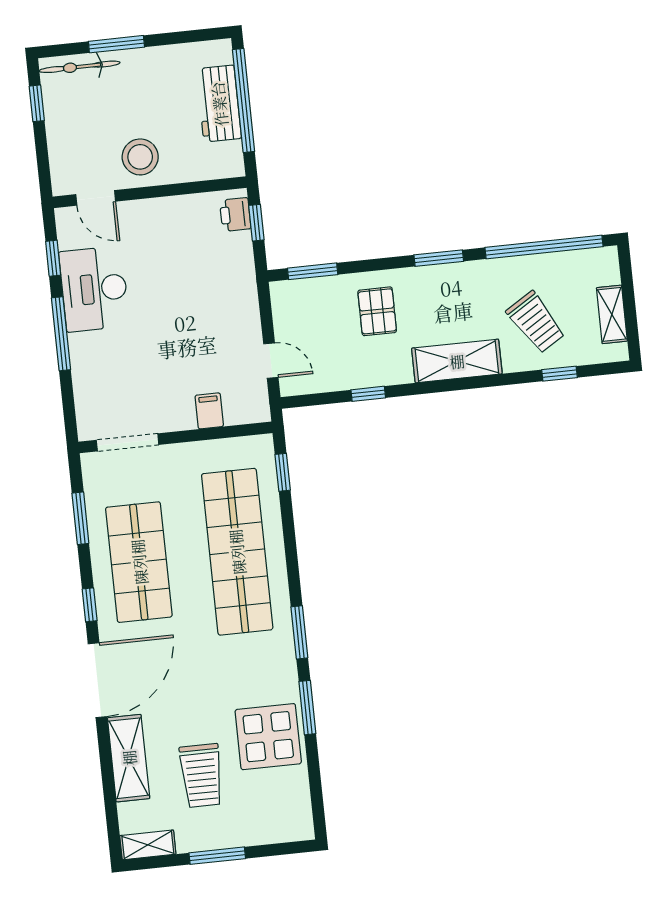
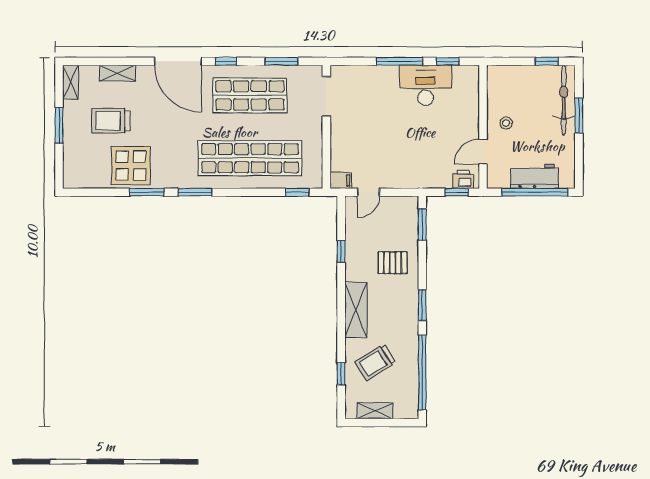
bicycle: (80, 67) -> (564, 100), width x1.37, depth x1.40
stool: (140, 157) -> (506, 123), width x0.53, depth x0.53
door: (96, 198) -> (483, 152), moved
filing cabinet: (209, 411) -> (341, 180), moved
shelving: (129, 758) -> (118, 73), width x0.67, depth x0.75

